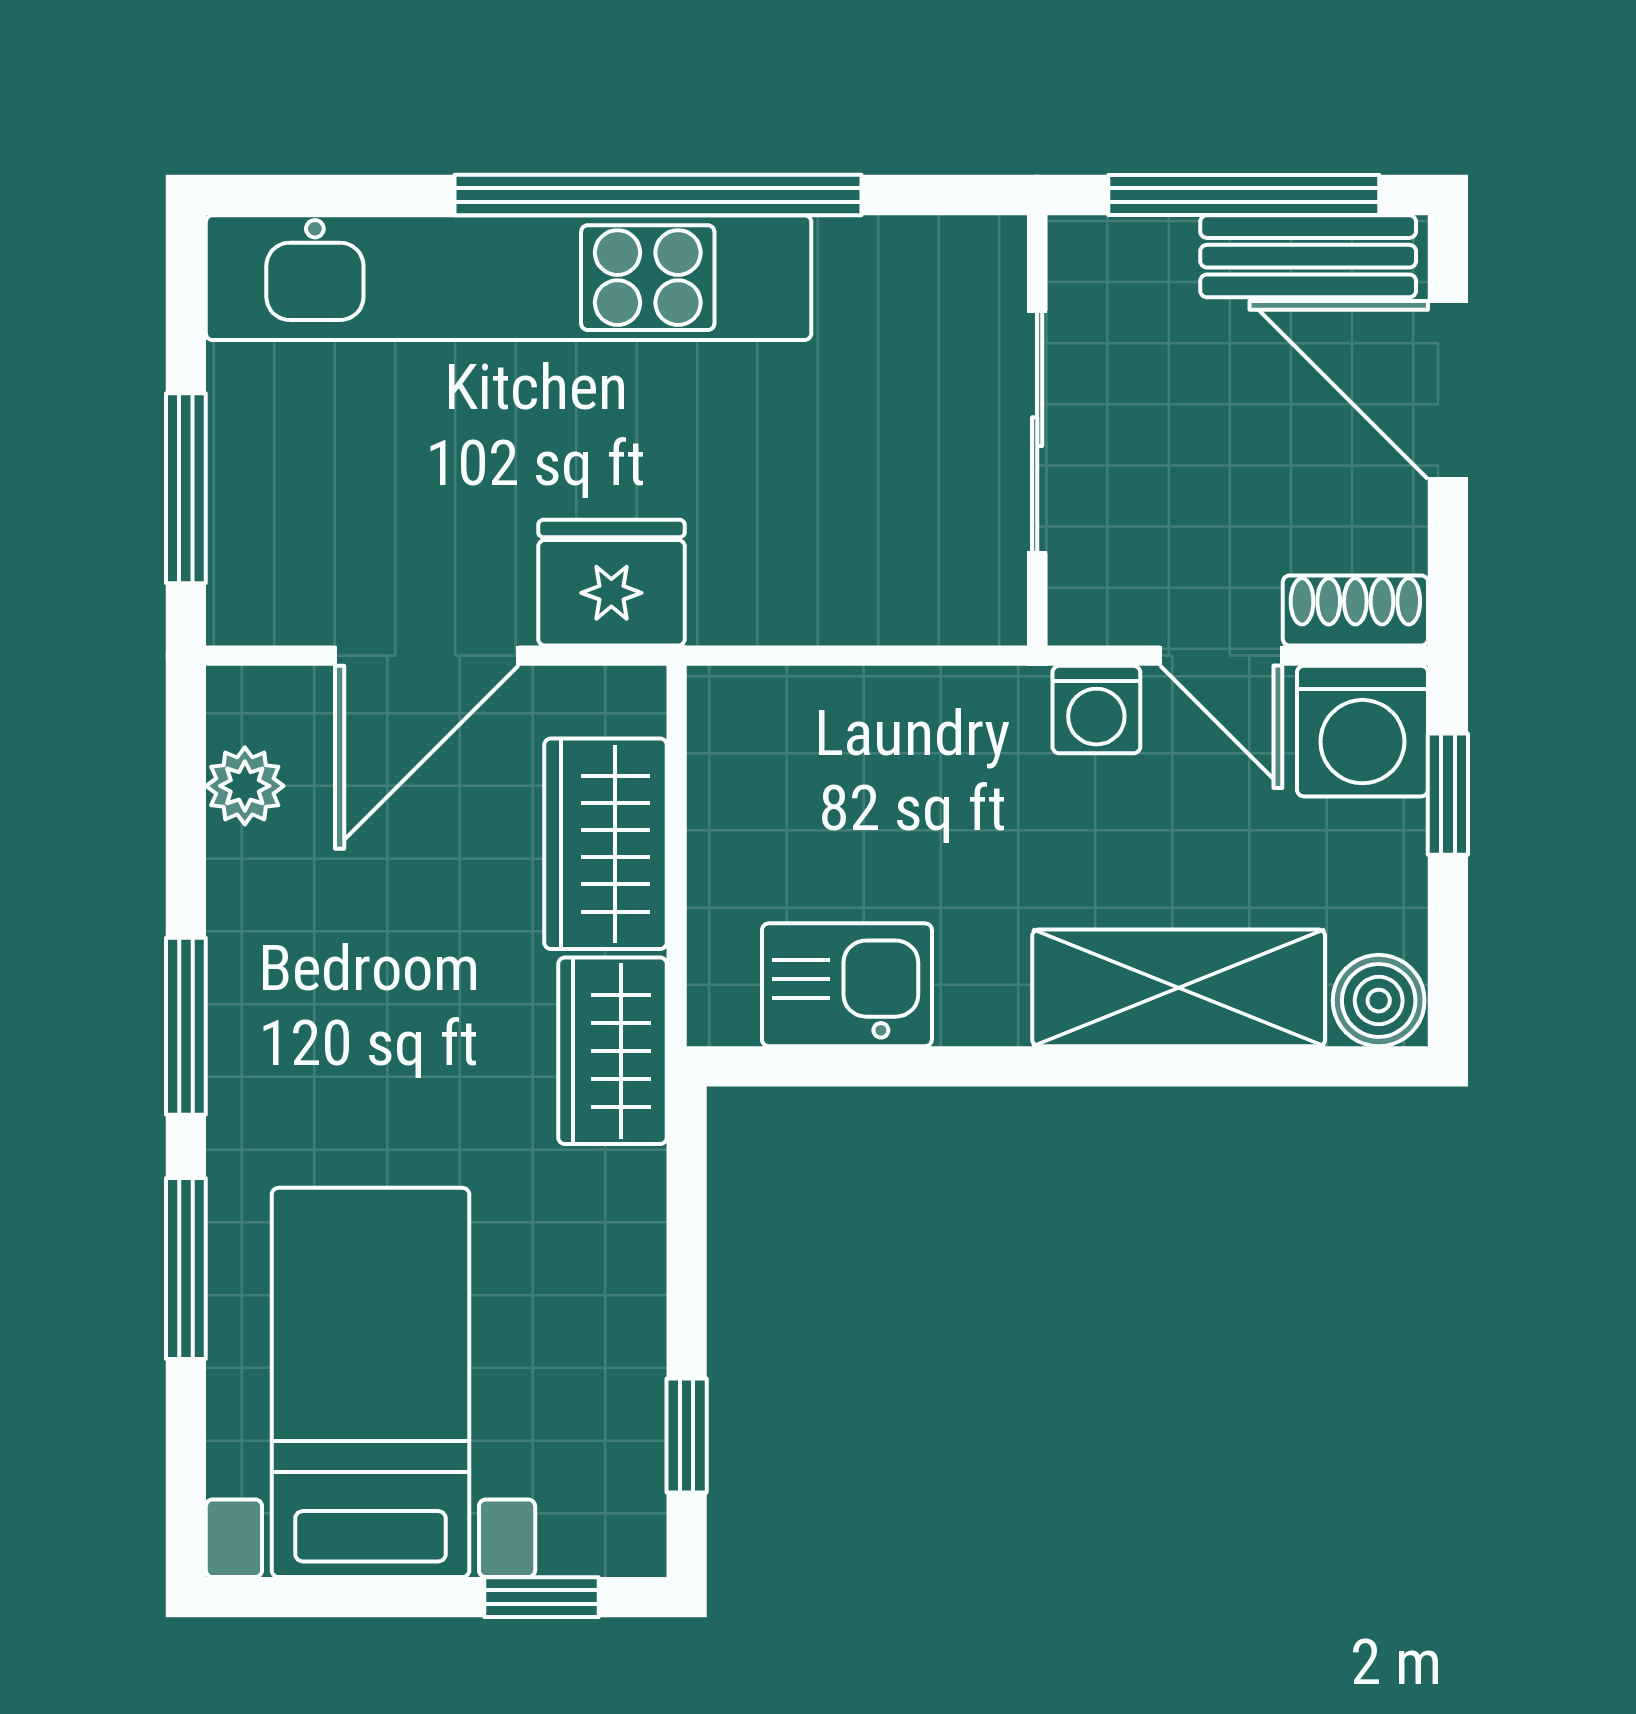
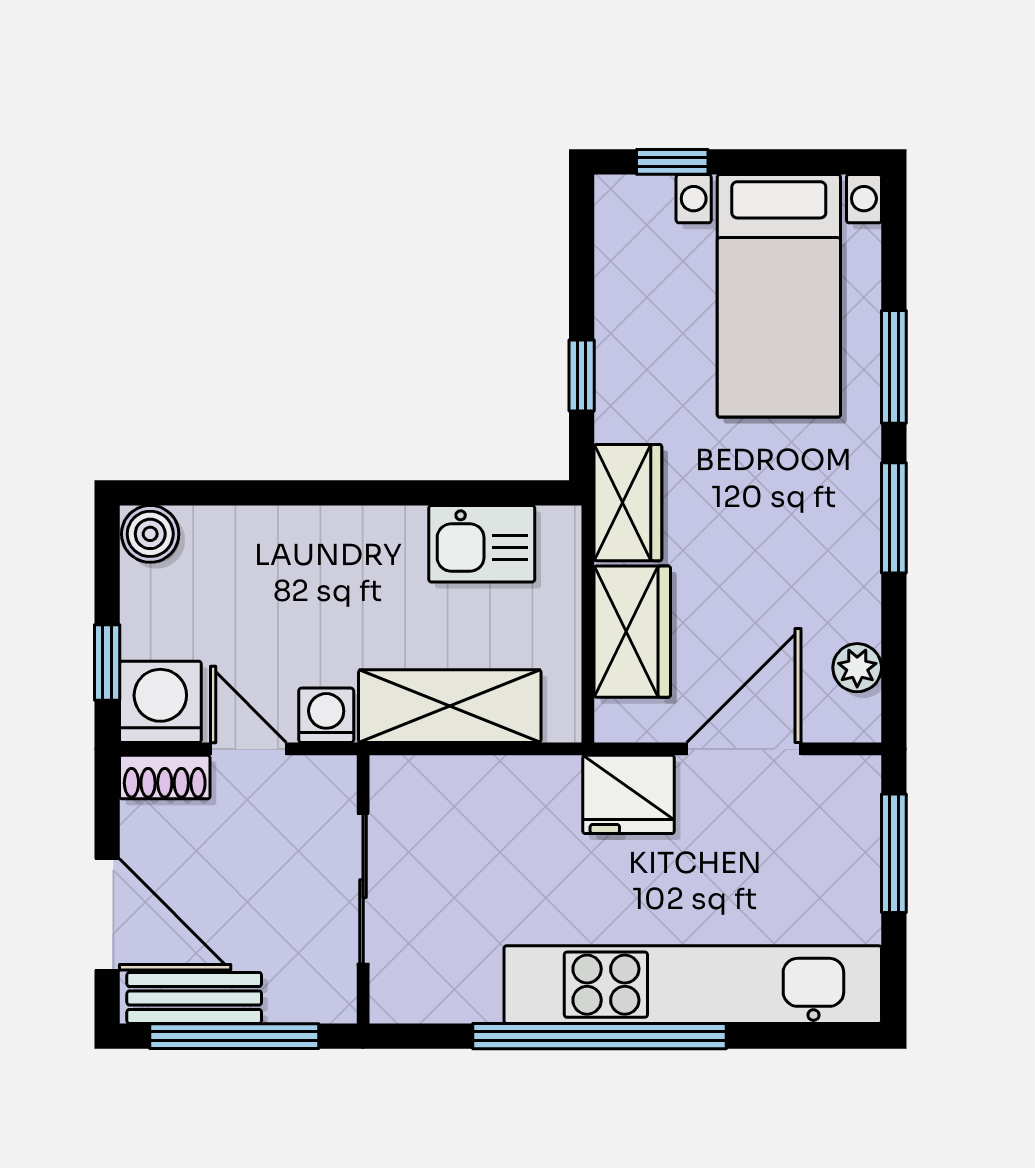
shelving: (1179, 988) -> (450, 706), moved
window: (687, 1435) -> (582, 375), moved

